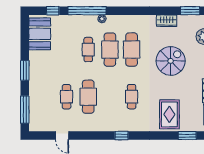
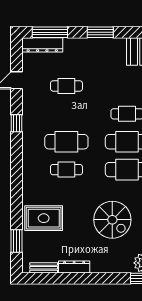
cafe table: (88, 97) -> (66, 142), moved
dresser: (35, 116) -> (42, 45), added
window: (122, 136) -> (16, 123), moved

